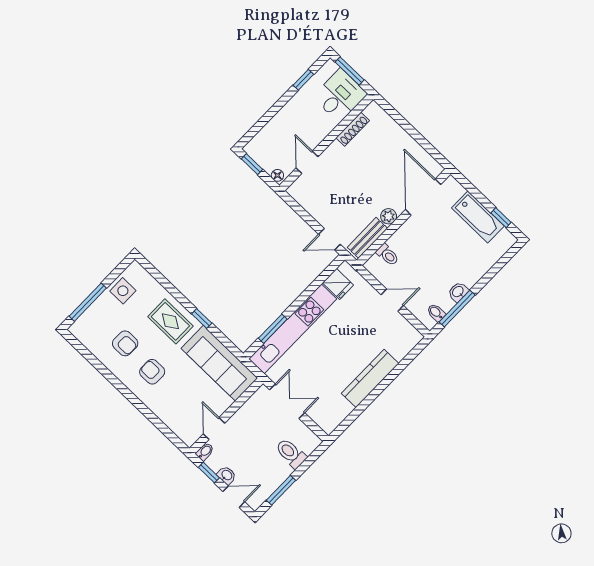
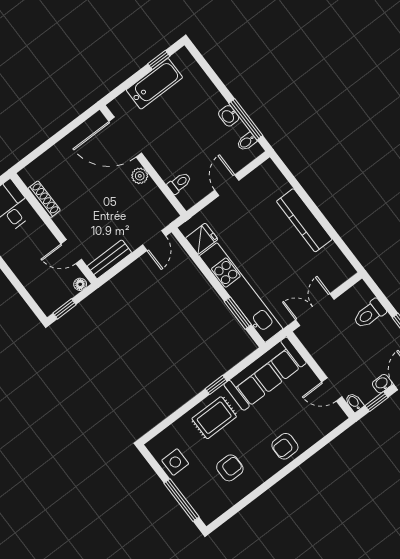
bench: (367, 238) -> (109, 259), moved, turned 90
armchair: (152, 372) -> (285, 446), moved

